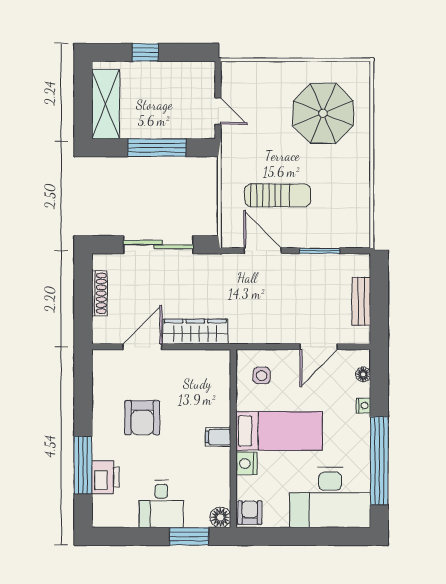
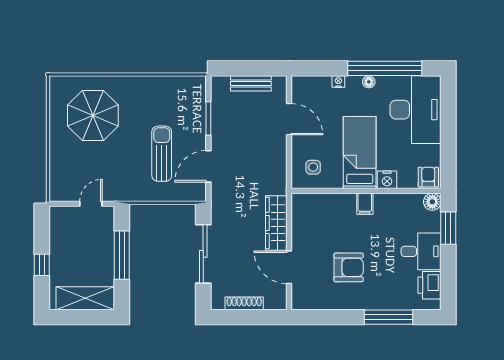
floor lamp: (363, 374) -> (369, 82), moved
printer: (105, 477) -> (429, 285), moved, turned -90
armchair: (250, 513) -> (428, 177), turned 90

